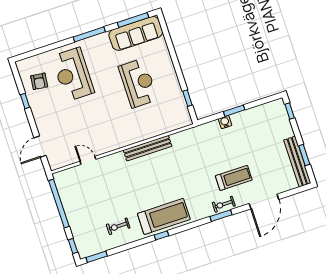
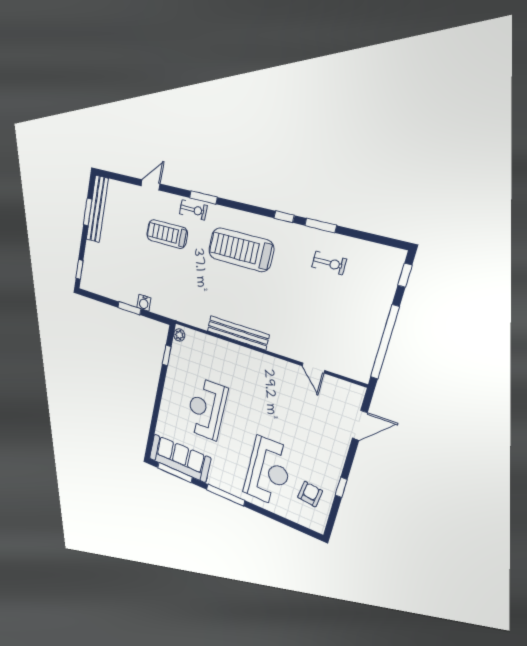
plant: (186, 119) -> (179, 335), added
door: (264, 201) -> (150, 185), width x0.53
treadmill: (164, 216) -> (241, 250), moved
window: (97, 257) -> (321, 225), moved

